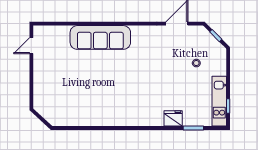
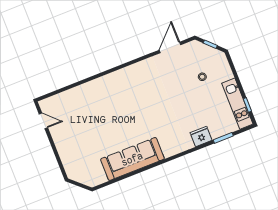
sofa: (100, 37) -> (132, 159), moved, turned 180
door: (31, 46) -> (43, 121), swing flipped

